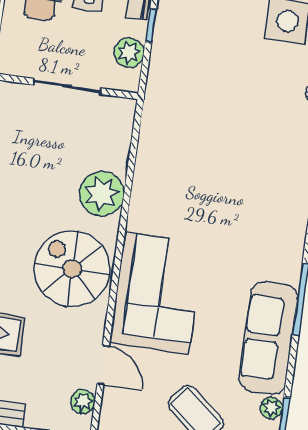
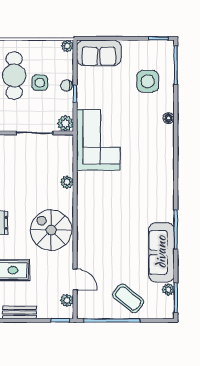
plant: (129, 53) -> (65, 123), moved
plant: (102, 194) -> (67, 182), width x0.53, depth x0.53
corner sofa: (157, 293) -> (98, 140), moved

